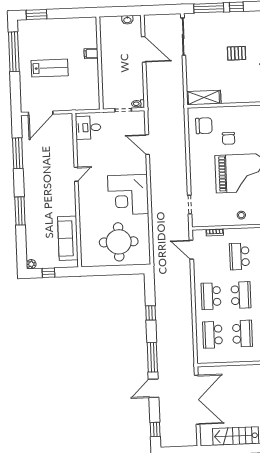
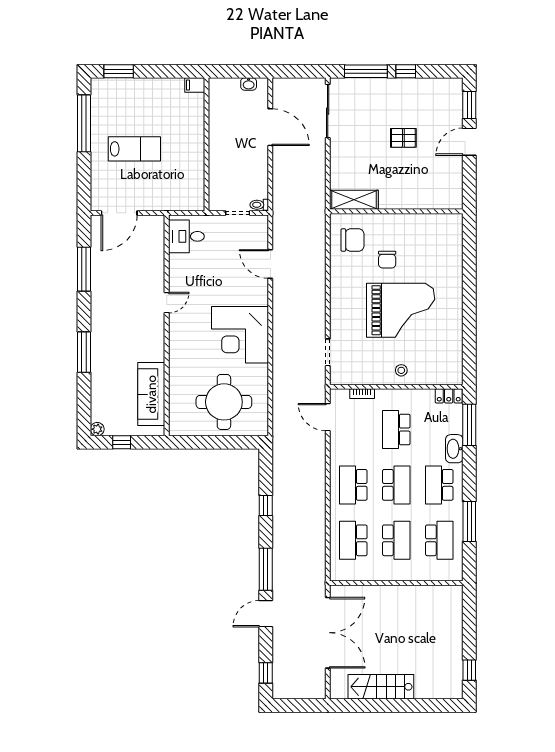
filing cabinet: (91, 54) -> (195, 85), moved

